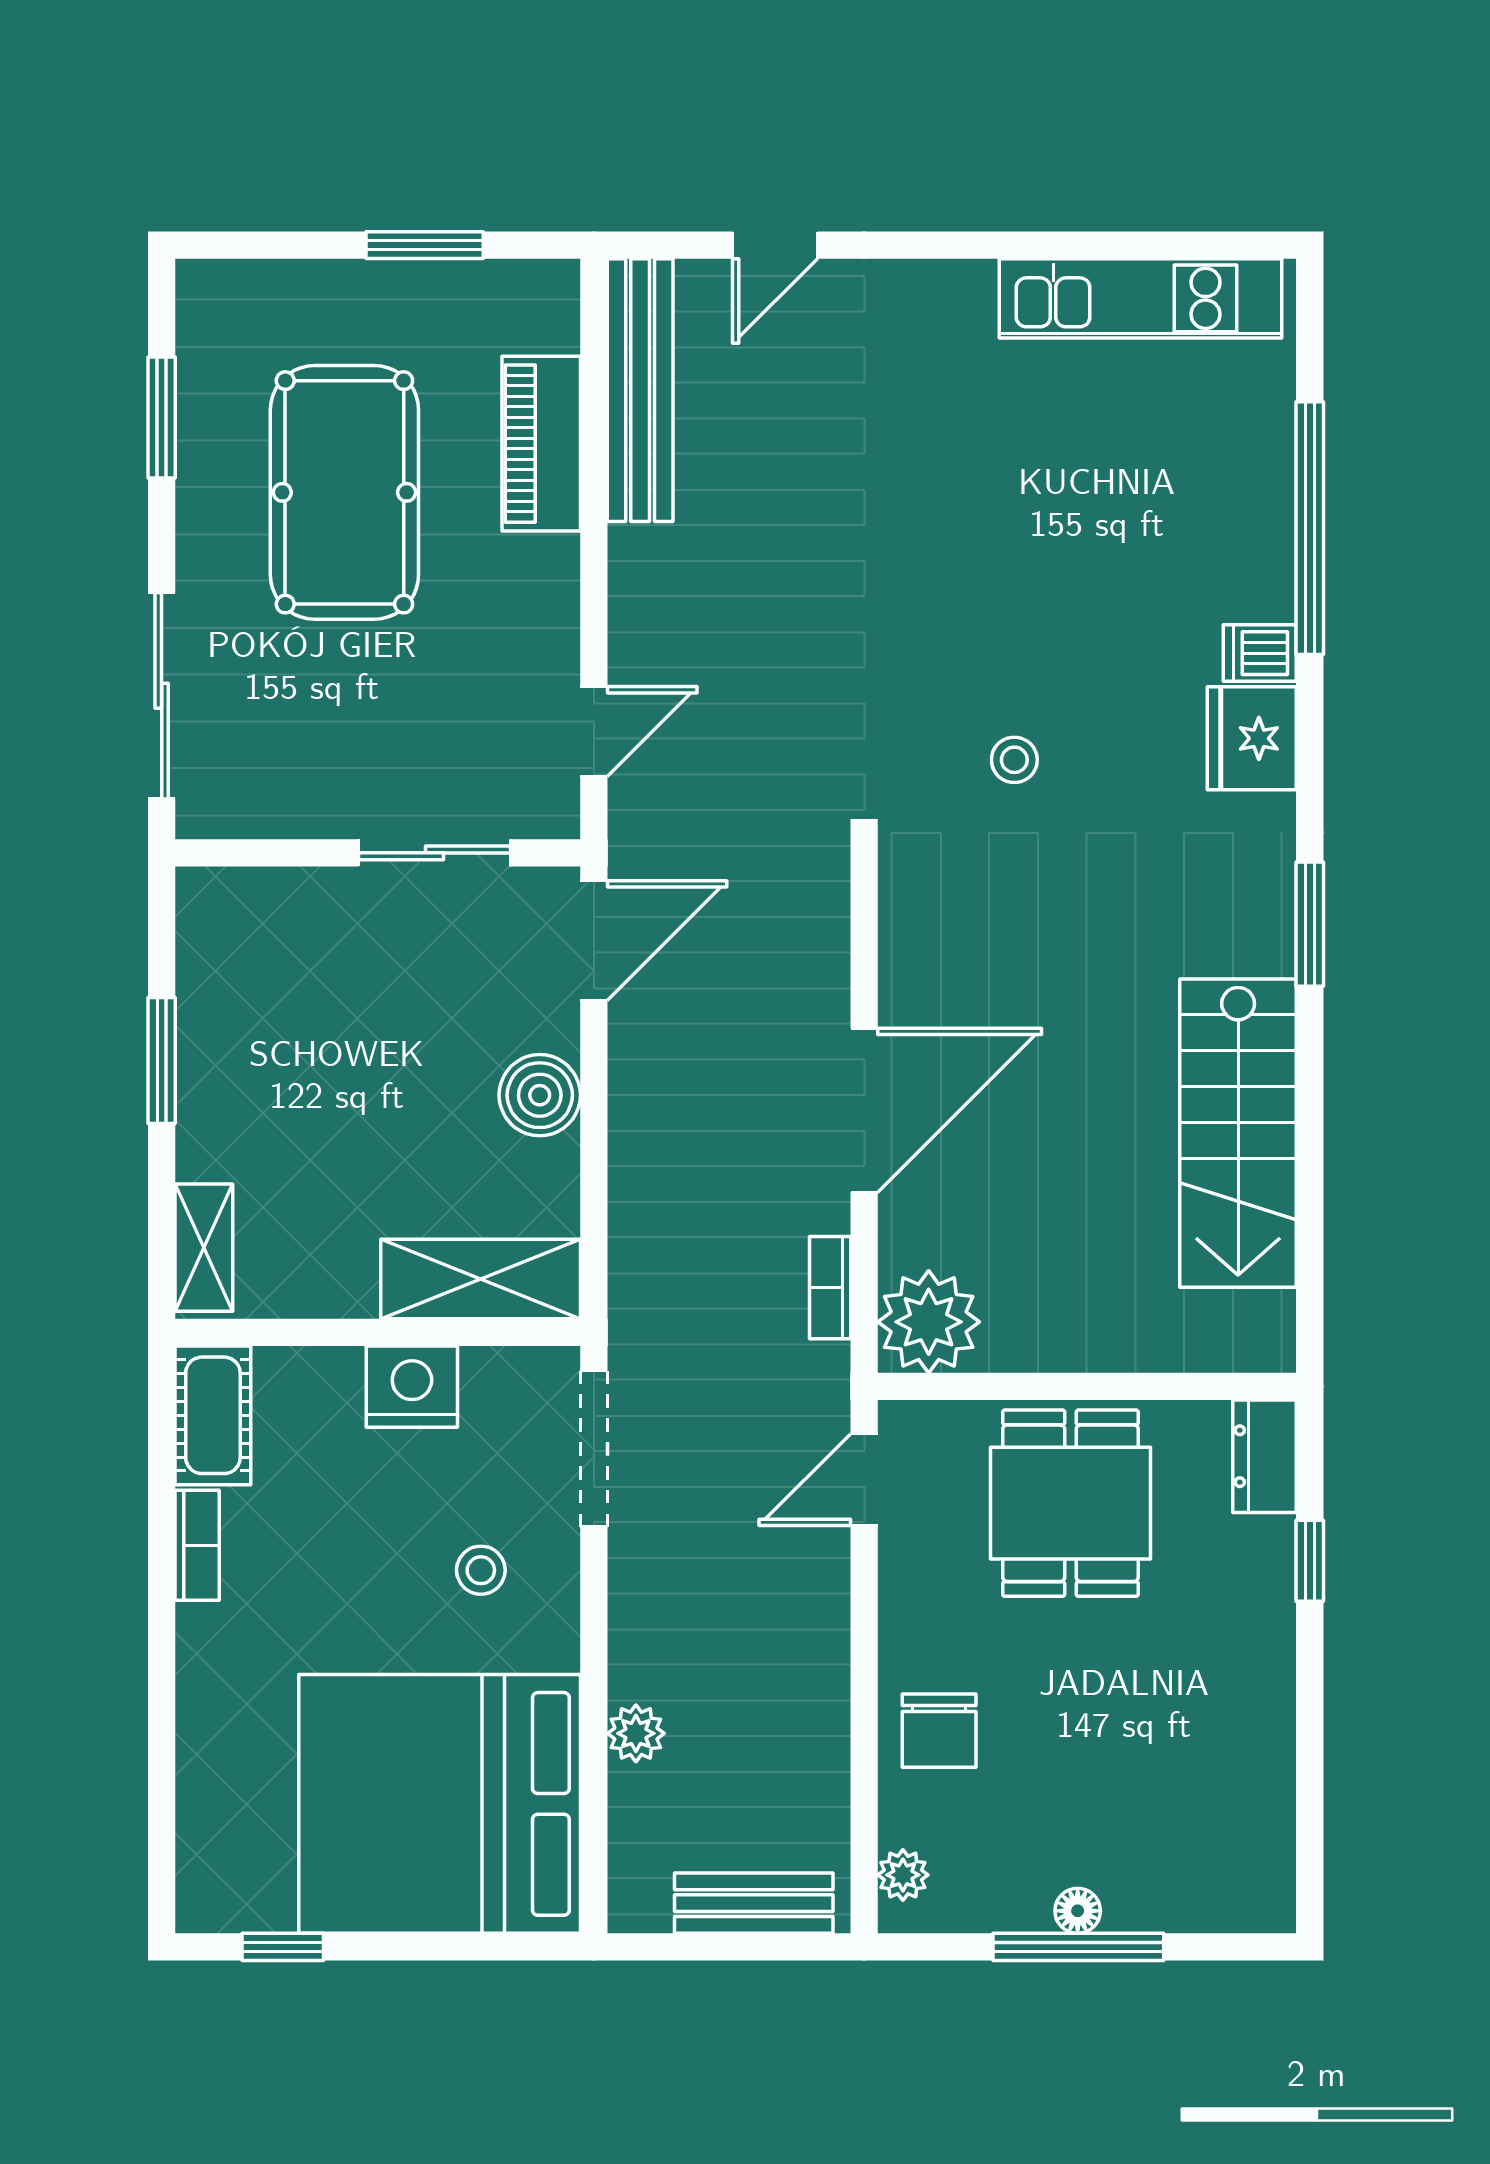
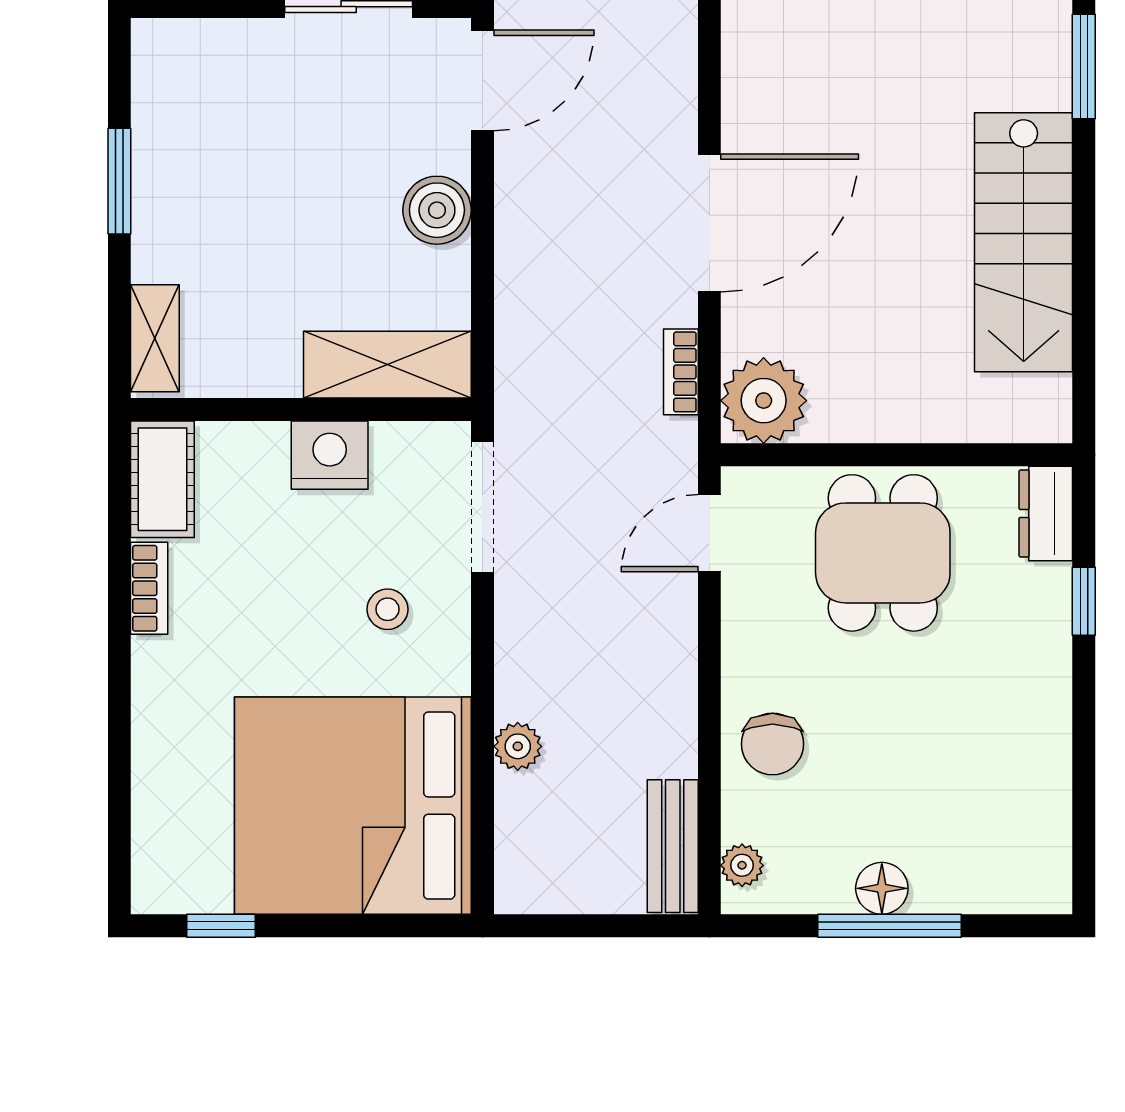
bench: (754, 1903) -> (673, 846), moved, turned 90
floor lamp: (1078, 1911) -> (882, 888), width x1.37, depth x1.37

